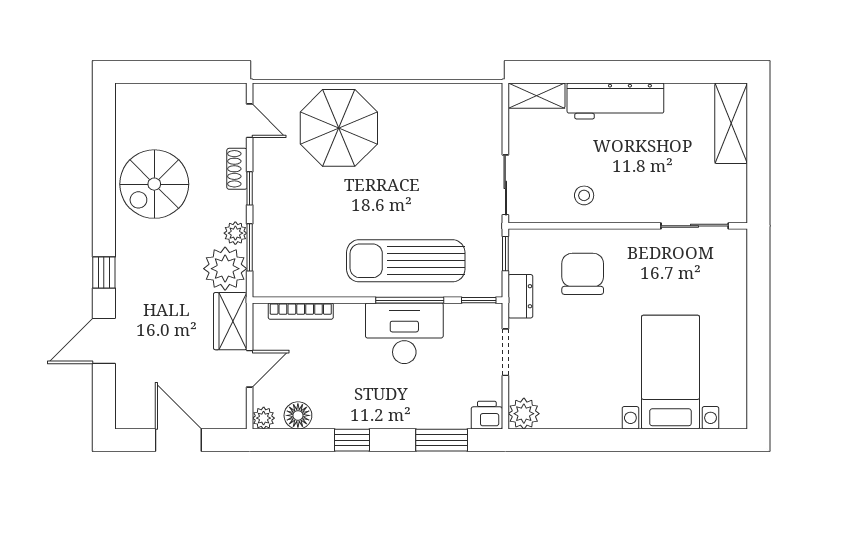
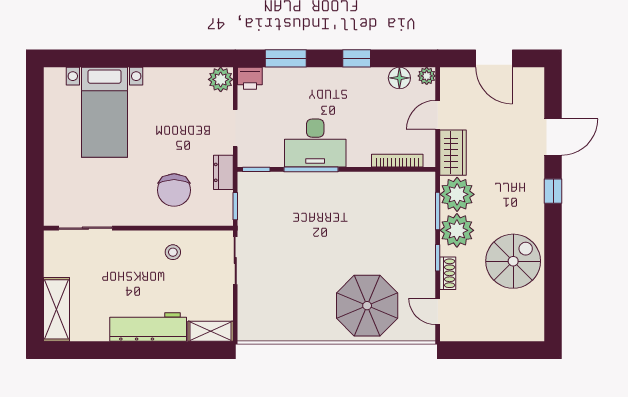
plant: (235, 233) -> (457, 230), width x1.88, depth x1.88
sun lounger: (406, 261) -> (314, 200), removed

